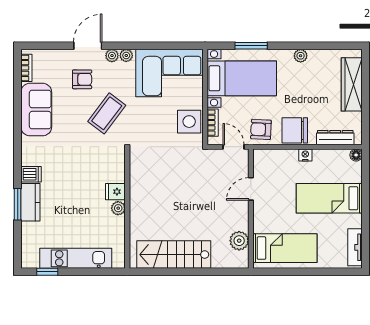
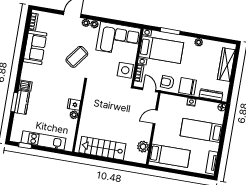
armchair: (82, 79) -> (66, 34), removed

